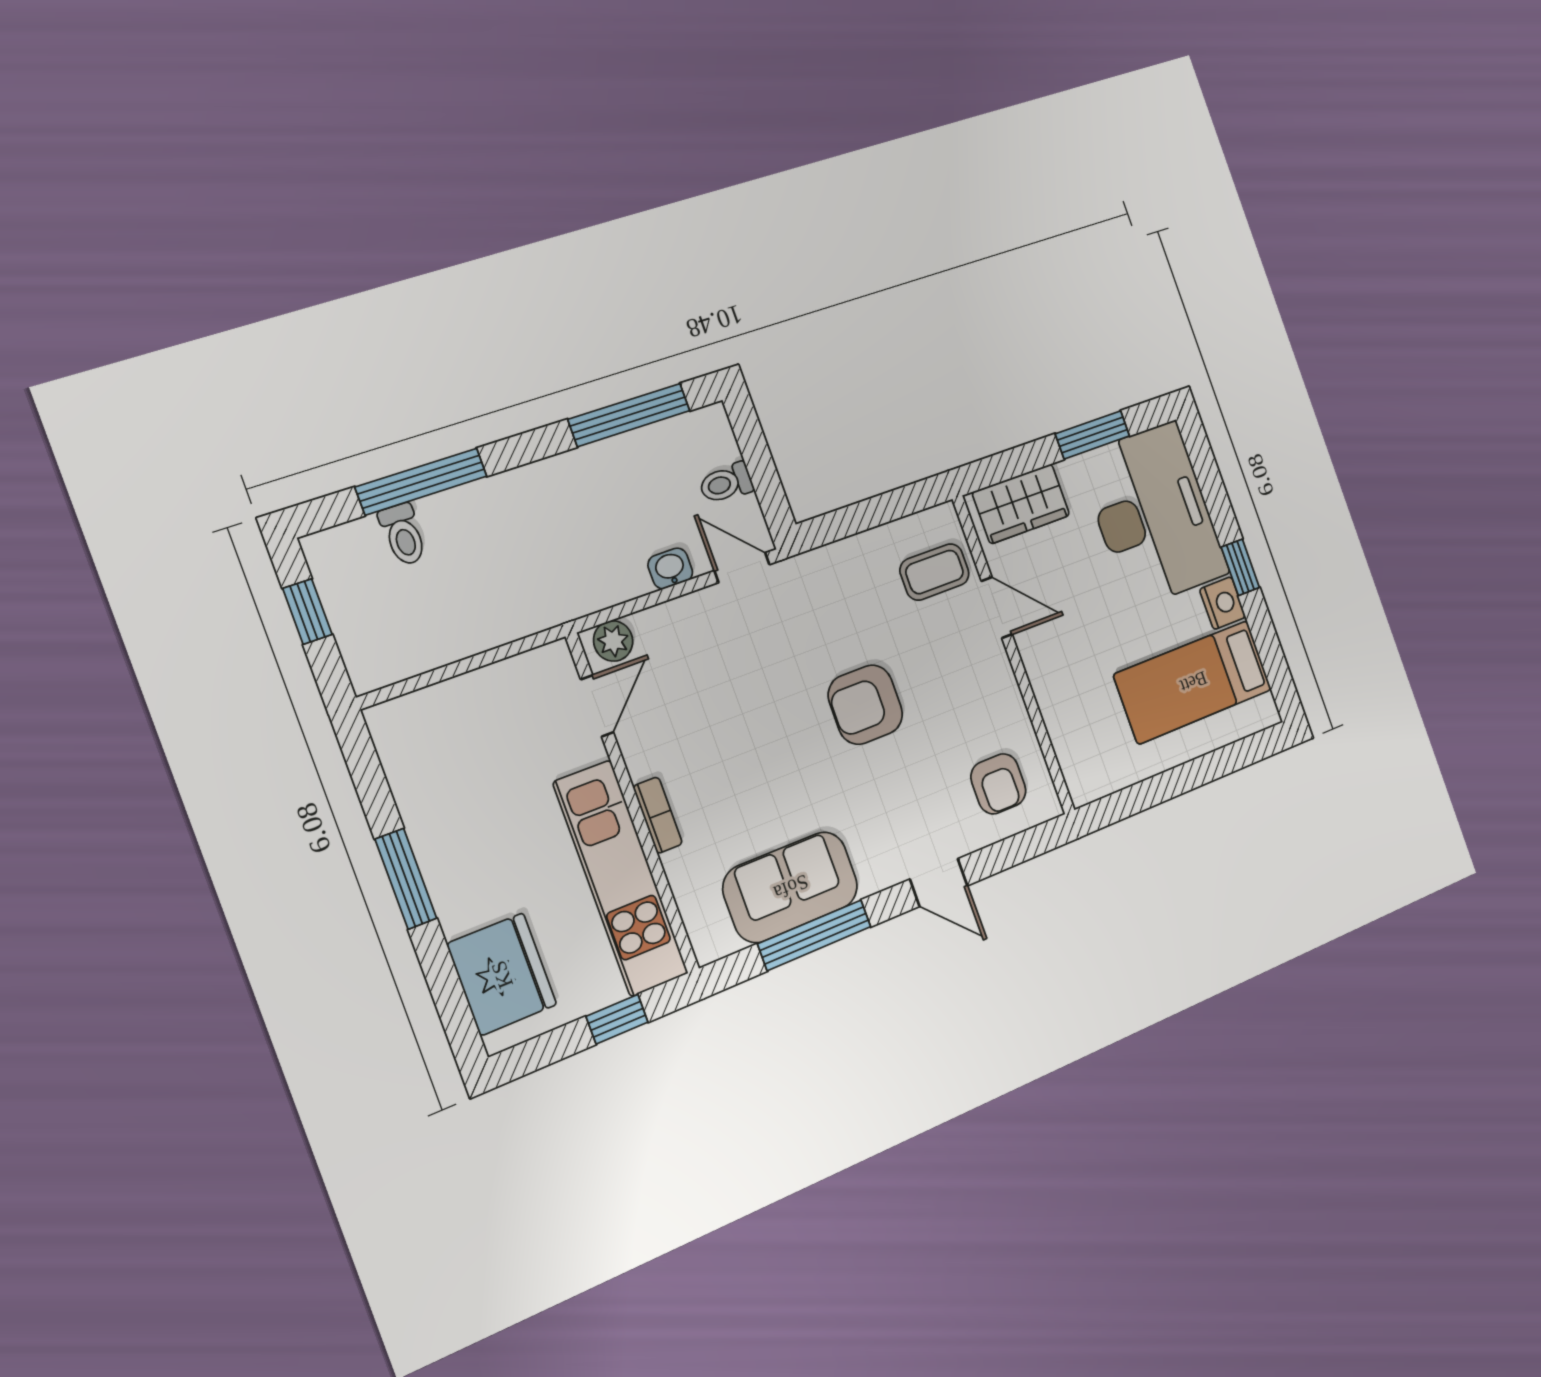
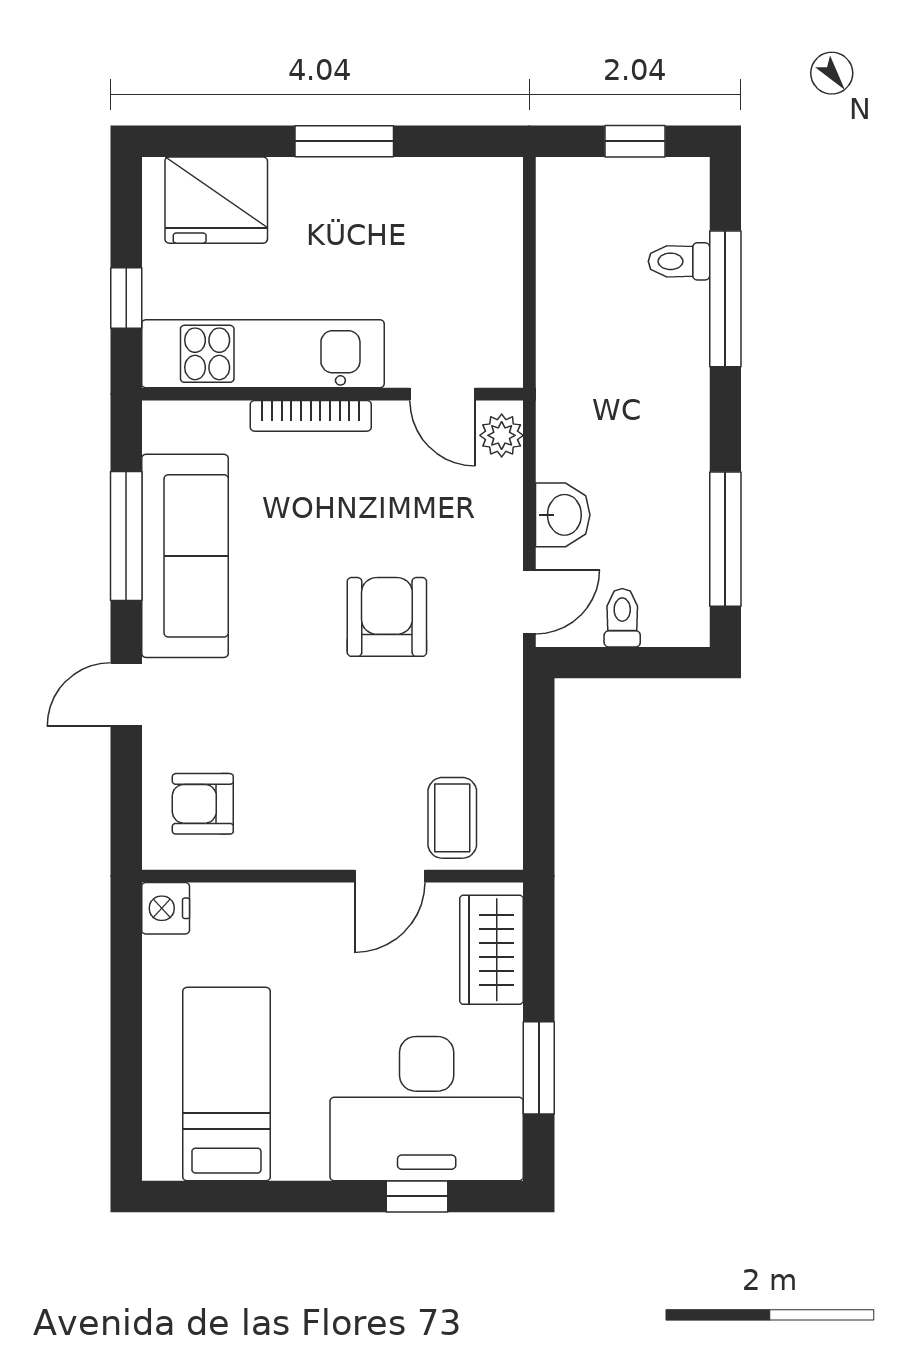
window: (1240, 567) -> (417, 1196), moved
washbasin: (670, 568) -> (563, 515), width x1.38, depth x1.45
nightstand: (1223, 603) -> (166, 908), moved, turned 90
armchair: (865, 705) -> (387, 617), moved
bookcase: (658, 815) -> (311, 416), width x1.56
sofa: (791, 887) -> (185, 556), width x1.36

